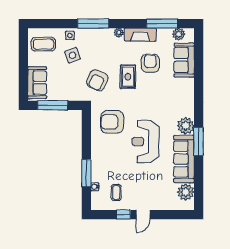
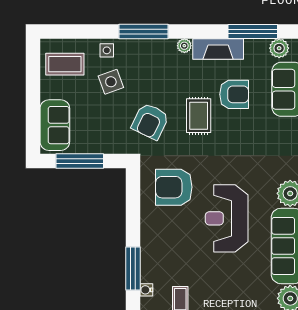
armchair: (150, 63) -> (234, 94), turned 90

